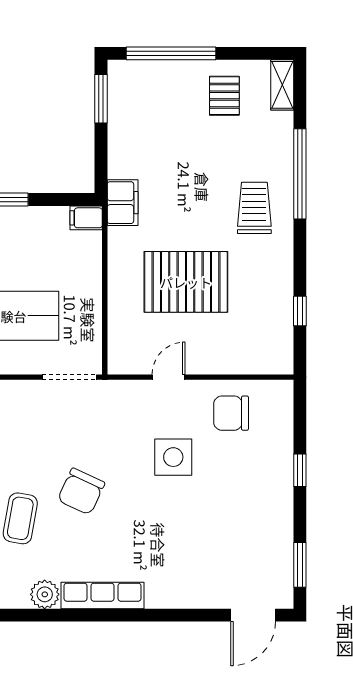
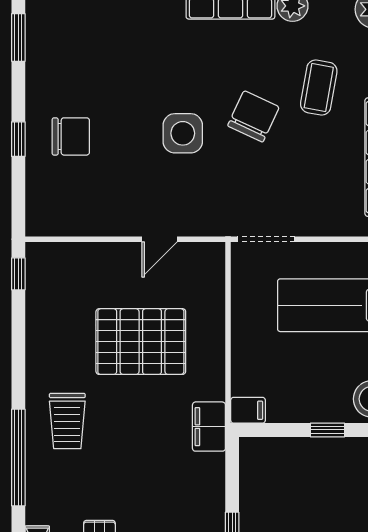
window: (300, 311) -> (18, 274), moved
chair: (231, 413) -> (71, 136), moved
side table: (173, 457) -> (183, 133), moved

